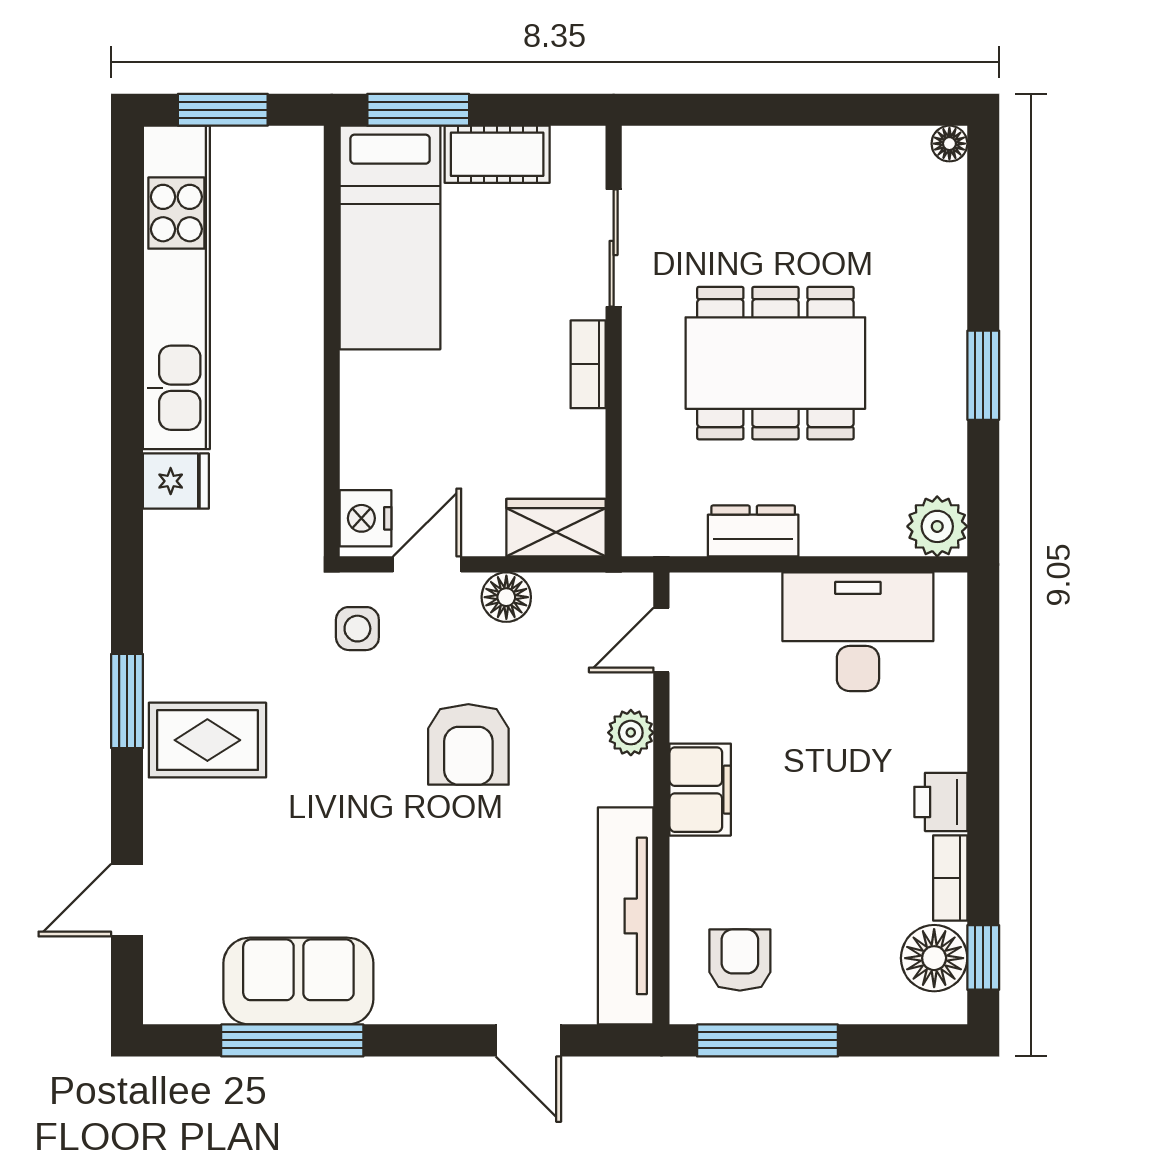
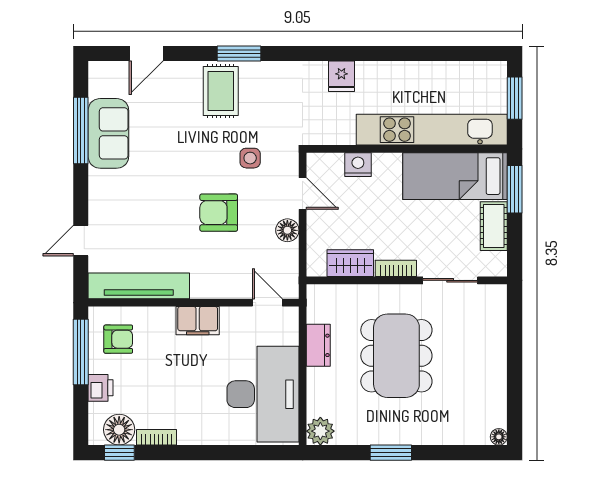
kitchen unit: (176, 287) -> (432, 130), moved, turned 180
nightstand: (366, 518) -> (358, 165), moved
wardrobe: (556, 528) -> (350, 263), moved, turned -90
side table: (357, 629) -> (250, 158), moved
desk: (858, 632) -> (263, 394), width x1.36, depth x1.30
plant: (631, 733) -> (224, 288), removed
printer: (941, 802) -> (101, 388), moved, turned 90
door: (127, 900) -> (146, 53), swing flipped

